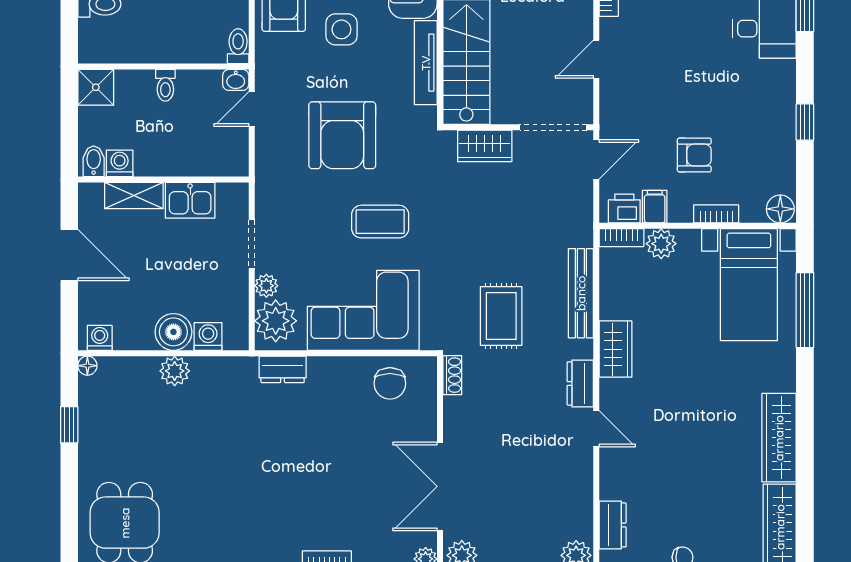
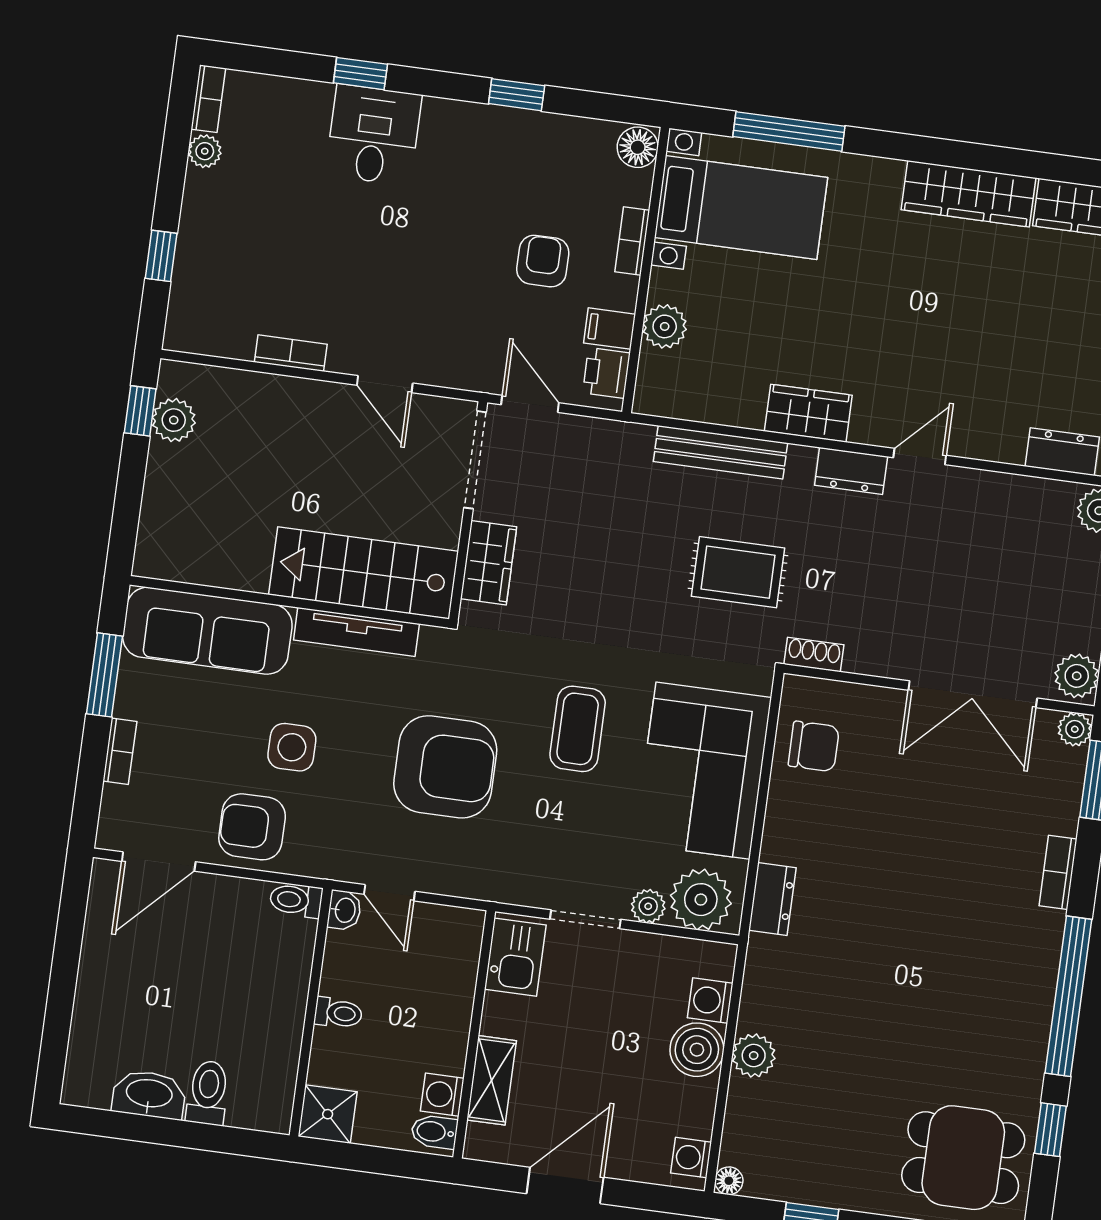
kitchen sink: (190, 200) -> (515, 957), moved
bookcase: (622, 238) -> (648, 383), removed

